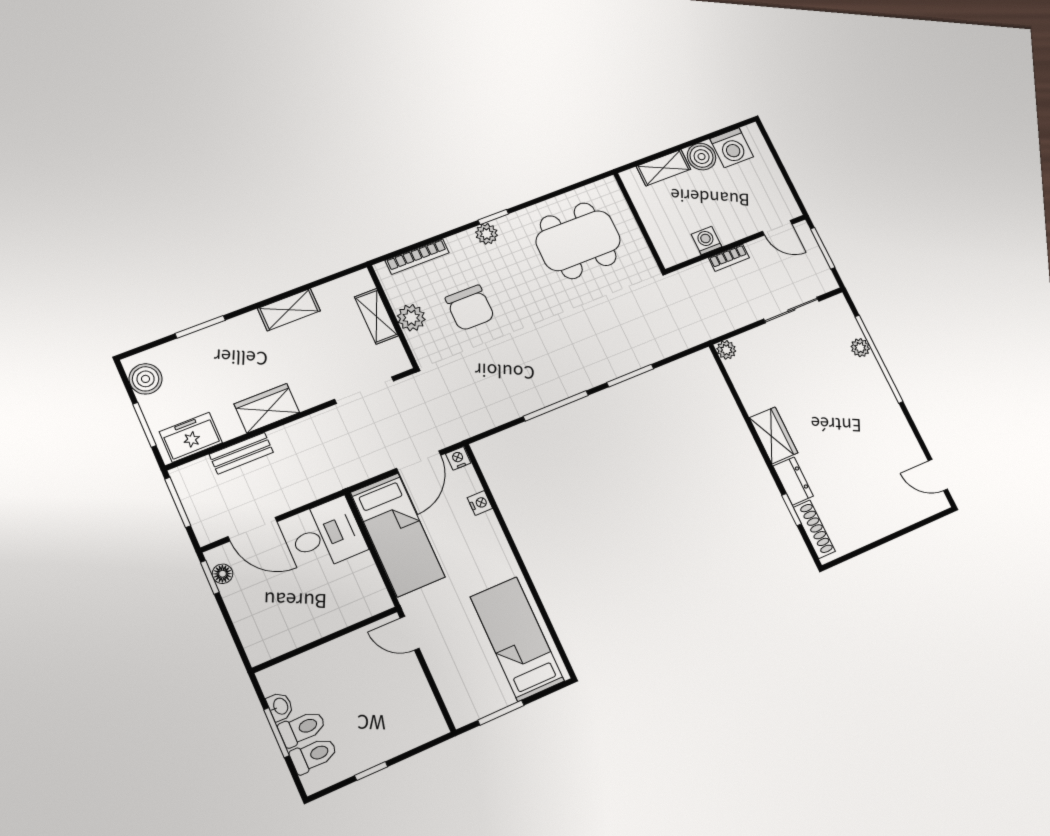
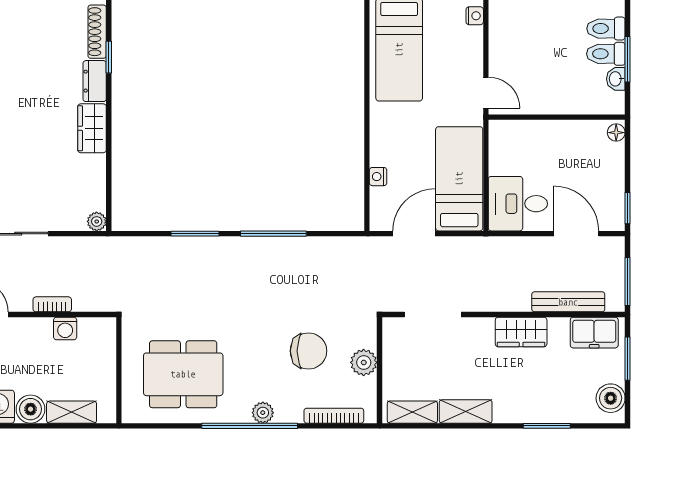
window: (493, 217) -> (250, 426), width x3.17
chair: (470, 308) -> (308, 351), turned 90
shelving: (376, 316) -> (412, 412), moved, turned 90
bench: (241, 453) -> (568, 302), width x1.36
nightstand: (458, 458) -> (475, 16), moved, turned -90
floor lamp: (222, 574) -> (616, 133), moved

